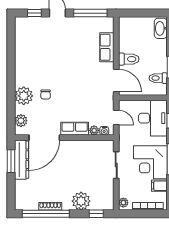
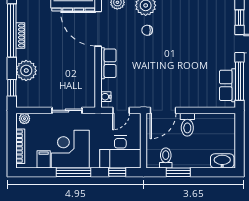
row of seats: (107, 47) -> (227, 85), moved, turned -90
plant: (94, 130) -> (106, 85), removed

